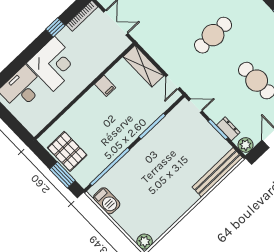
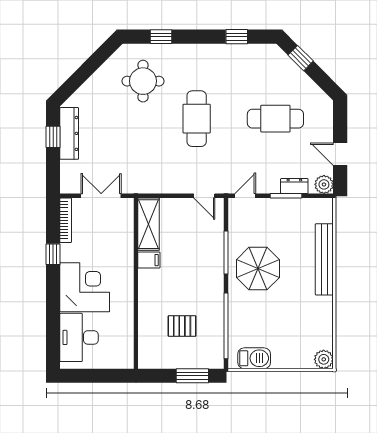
shelving: (144, 66) -> (149, 224), moved, turned 90
pallet: (67, 151) -> (182, 326), moved, width x0.67, depth x0.71
parasol: (161, 153) -> (258, 269), added
bench: (217, 172) -> (324, 259), moved

